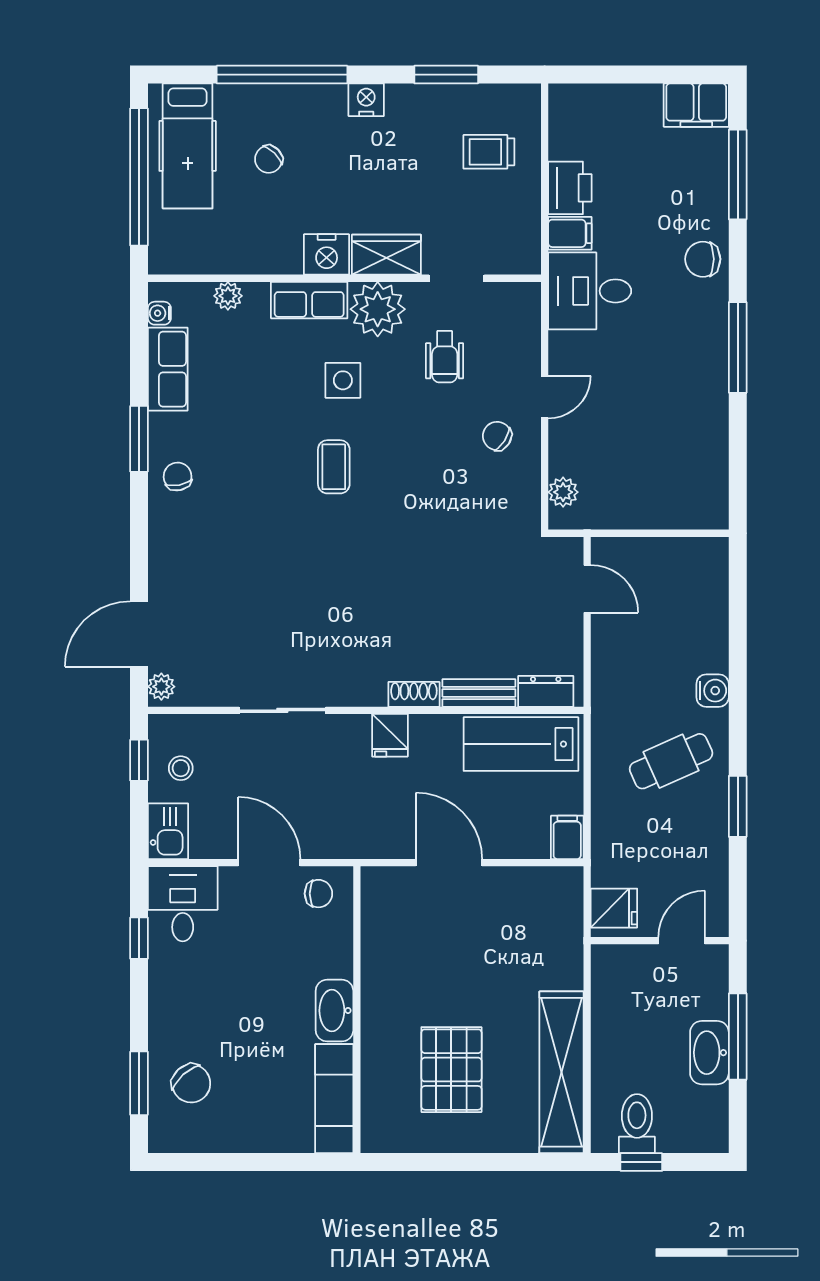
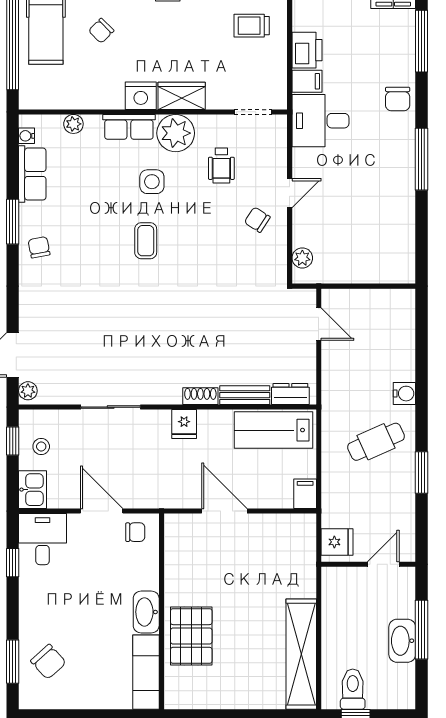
chair: (703, 259) -> (398, 99), turned -90
doorway: (457, 278) -> (253, 112), moved
pallet: (451, 1070) -> (191, 636), moved

